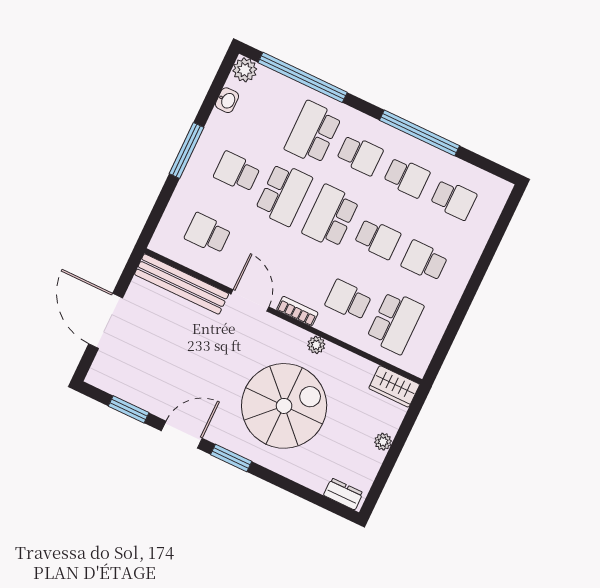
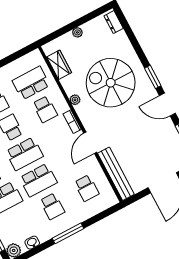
school desk: (284, 194) -> (38, 180), turned 180
wardrobe: (394, 386) -> (59, 65), moved

